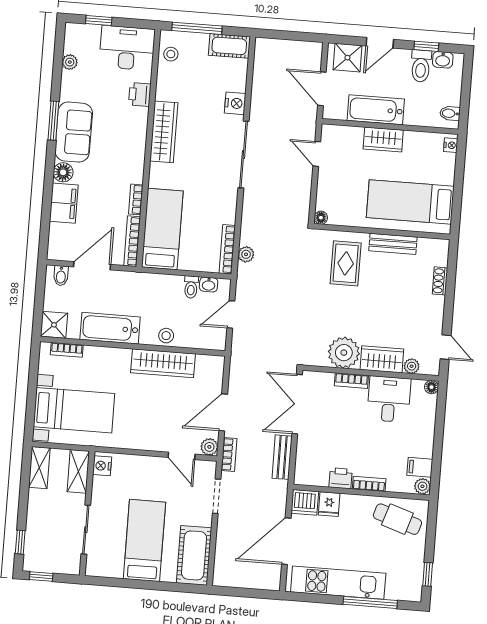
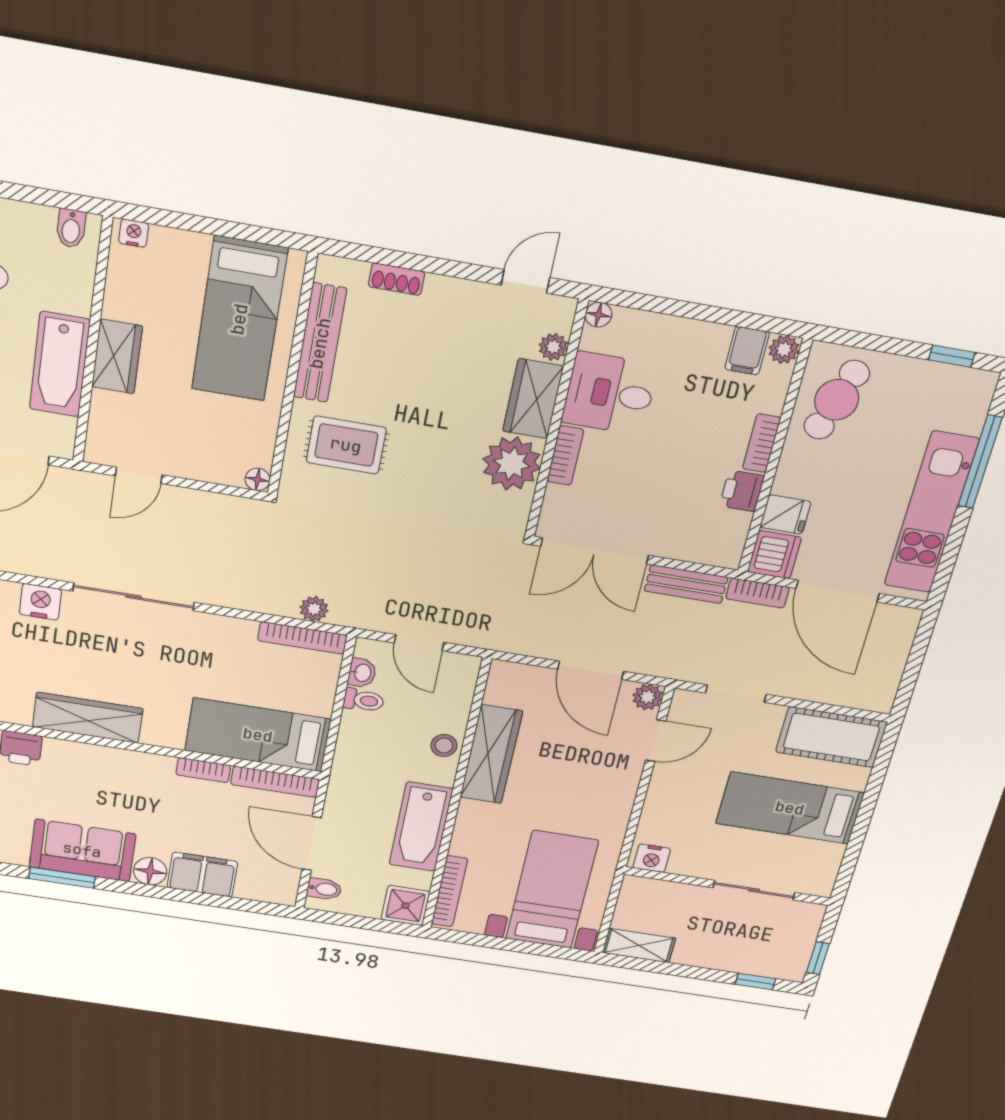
bench: (393, 244) -> (320, 343), width x1.36
bookcase: (67, 350) -> (449, 891), width x1.56
bookcase: (229, 455) -> (757, 593), moved, turned 180
shelving: (78, 471) -> (655, 892), removed

